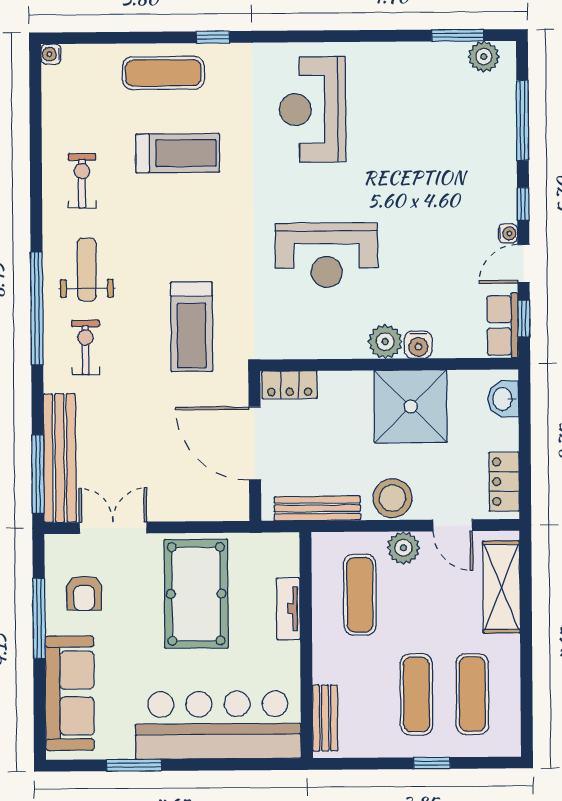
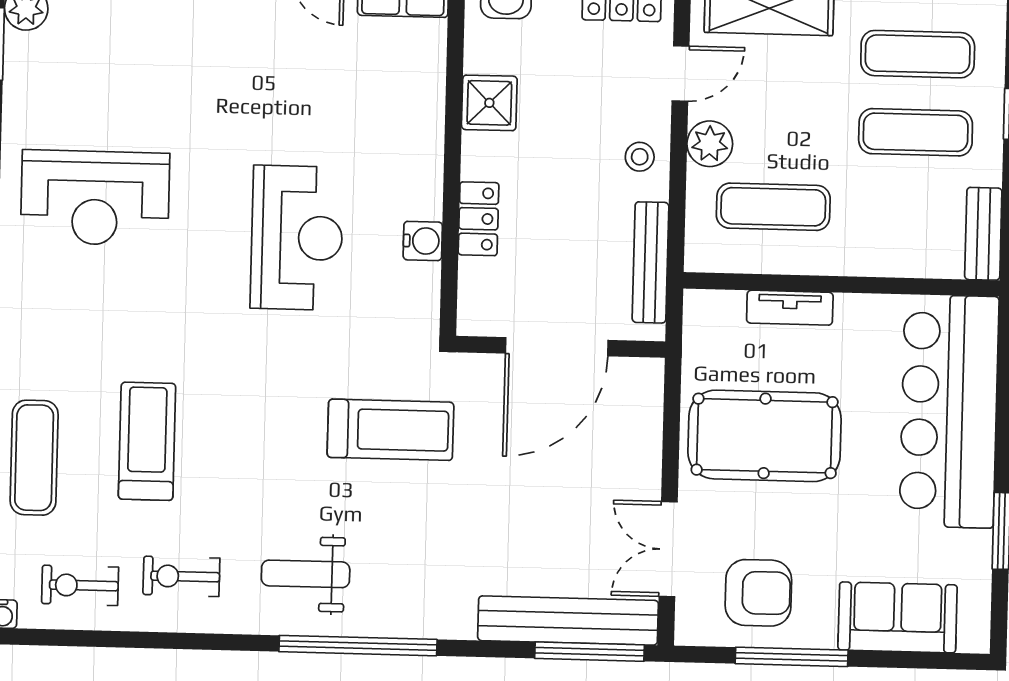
reception desk: (313, 109) -> (95, 198), moved
plant: (385, 342) -> (420, 160), removed
water cooler: (418, 345) -> (423, 241), moved
exercise bike: (86, 347) -> (80, 585), moved
locker: (290, 385) -> (479, 219), moved
shower: (411, 406) -> (489, 103), width x0.54, depth x0.54
stool: (392, 498) -> (640, 157), width x0.53, depth x0.53
armchair: (84, 593) -> (758, 593), width x1.38, depth x1.38
sofa: (70, 693) -> (898, 617), width x0.73
bench: (325, 718) -> (983, 234), moved, turned 90

